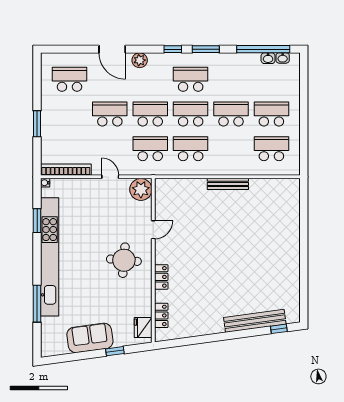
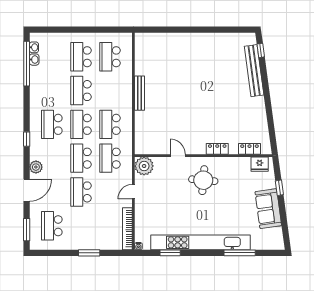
window: (206, 49) -> (27, 230), moved

